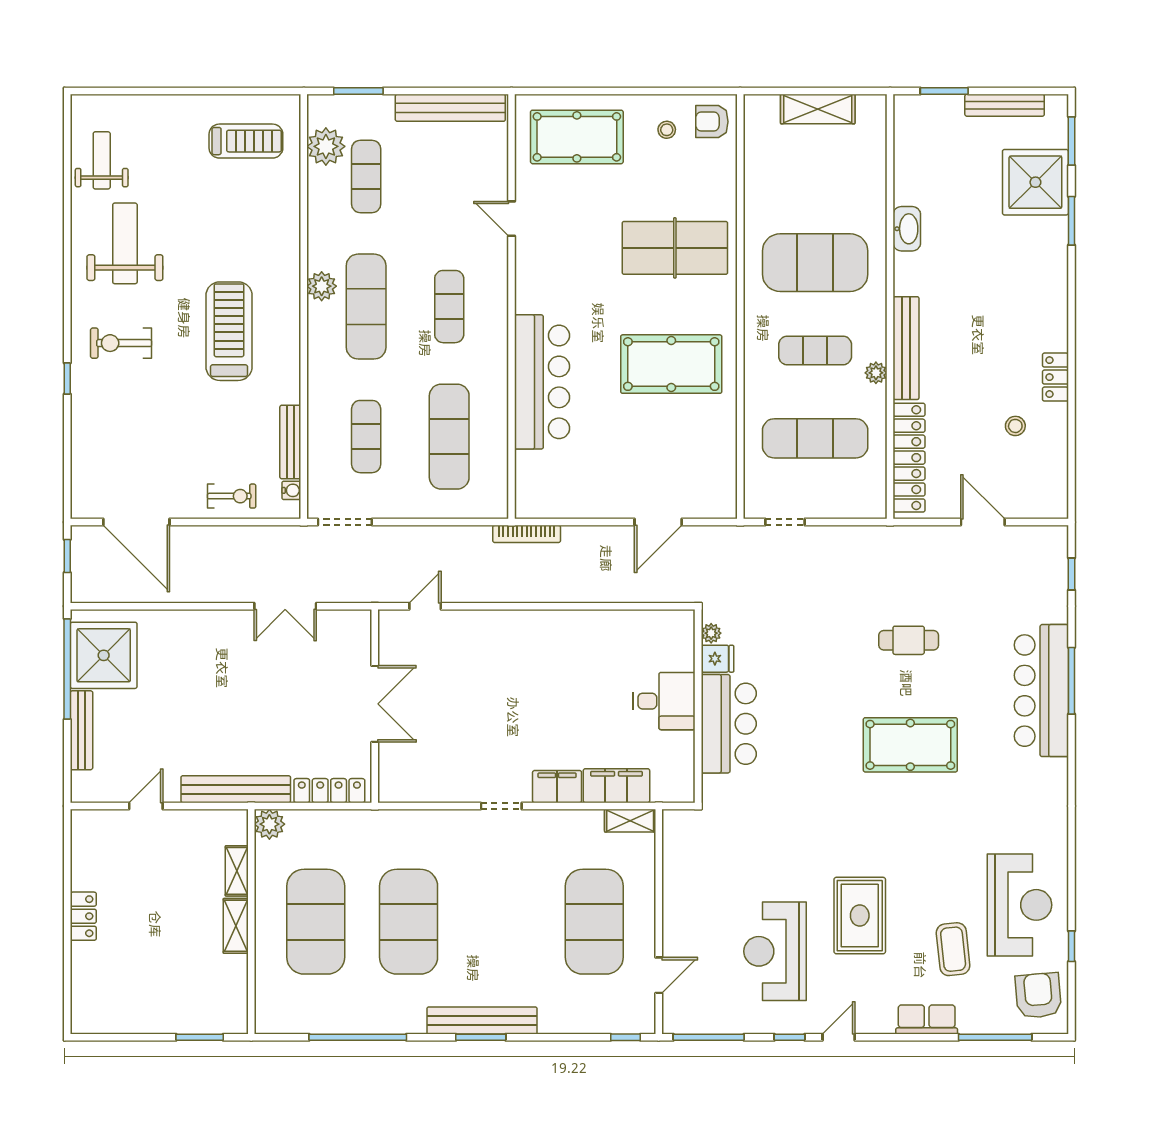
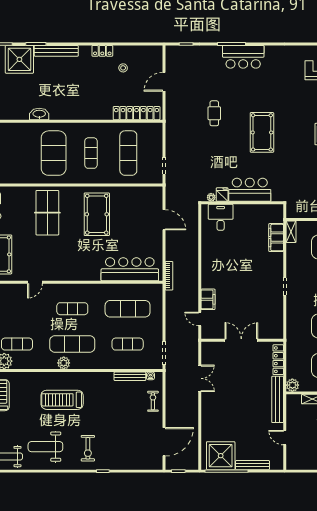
treadmill: (229, 331) -> (62, 400), moved
bench: (906, 348) -> (56, 51), moved
plant: (876, 373) -> (100, 127), removed
bar counter: (542, 382) -> (130, 269), moved
bar counter: (1041, 691) -> (243, 57), width x0.73
desk: (664, 701) -> (221, 217), moved
pool table: (910, 745) -> (262, 132), moved
filing cabinet: (557, 787) -> (208, 299), moved, turned 180

